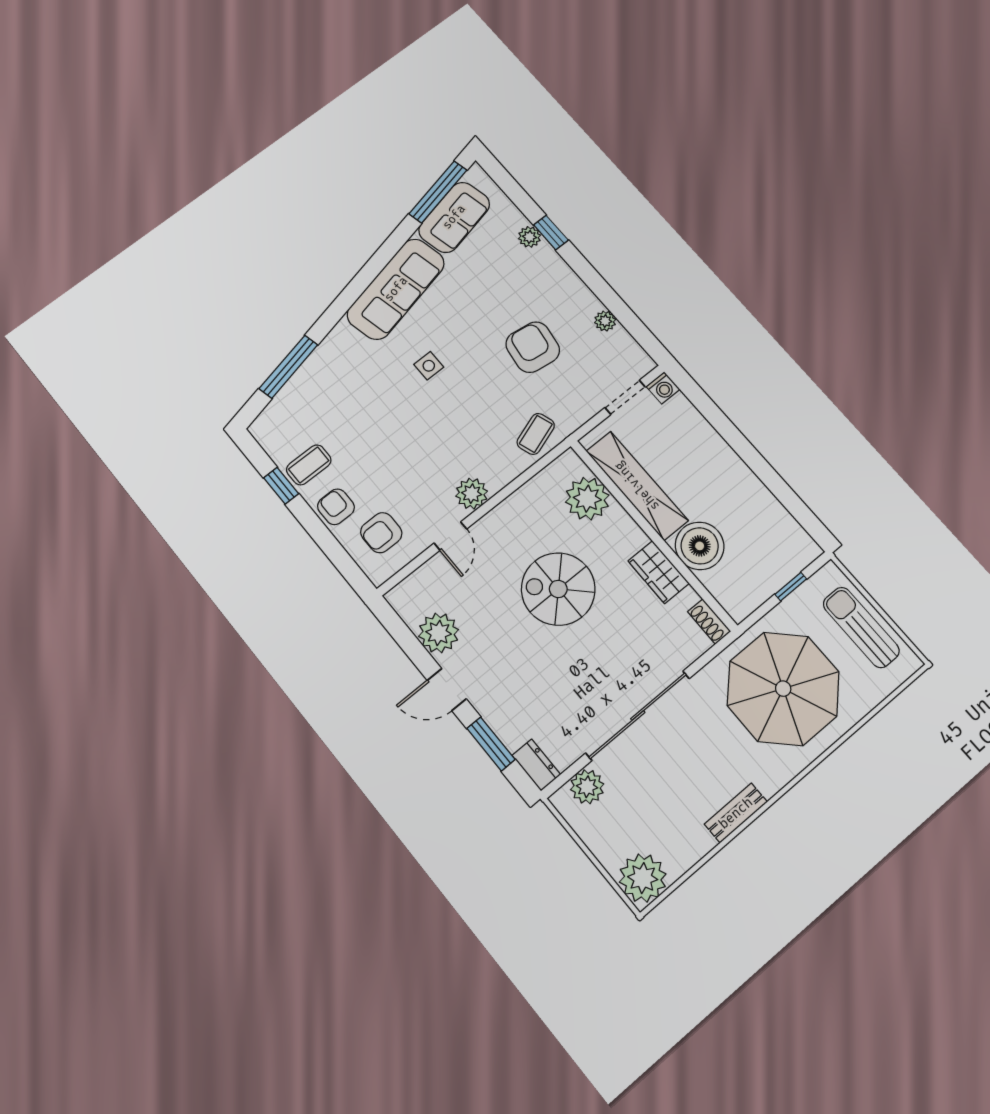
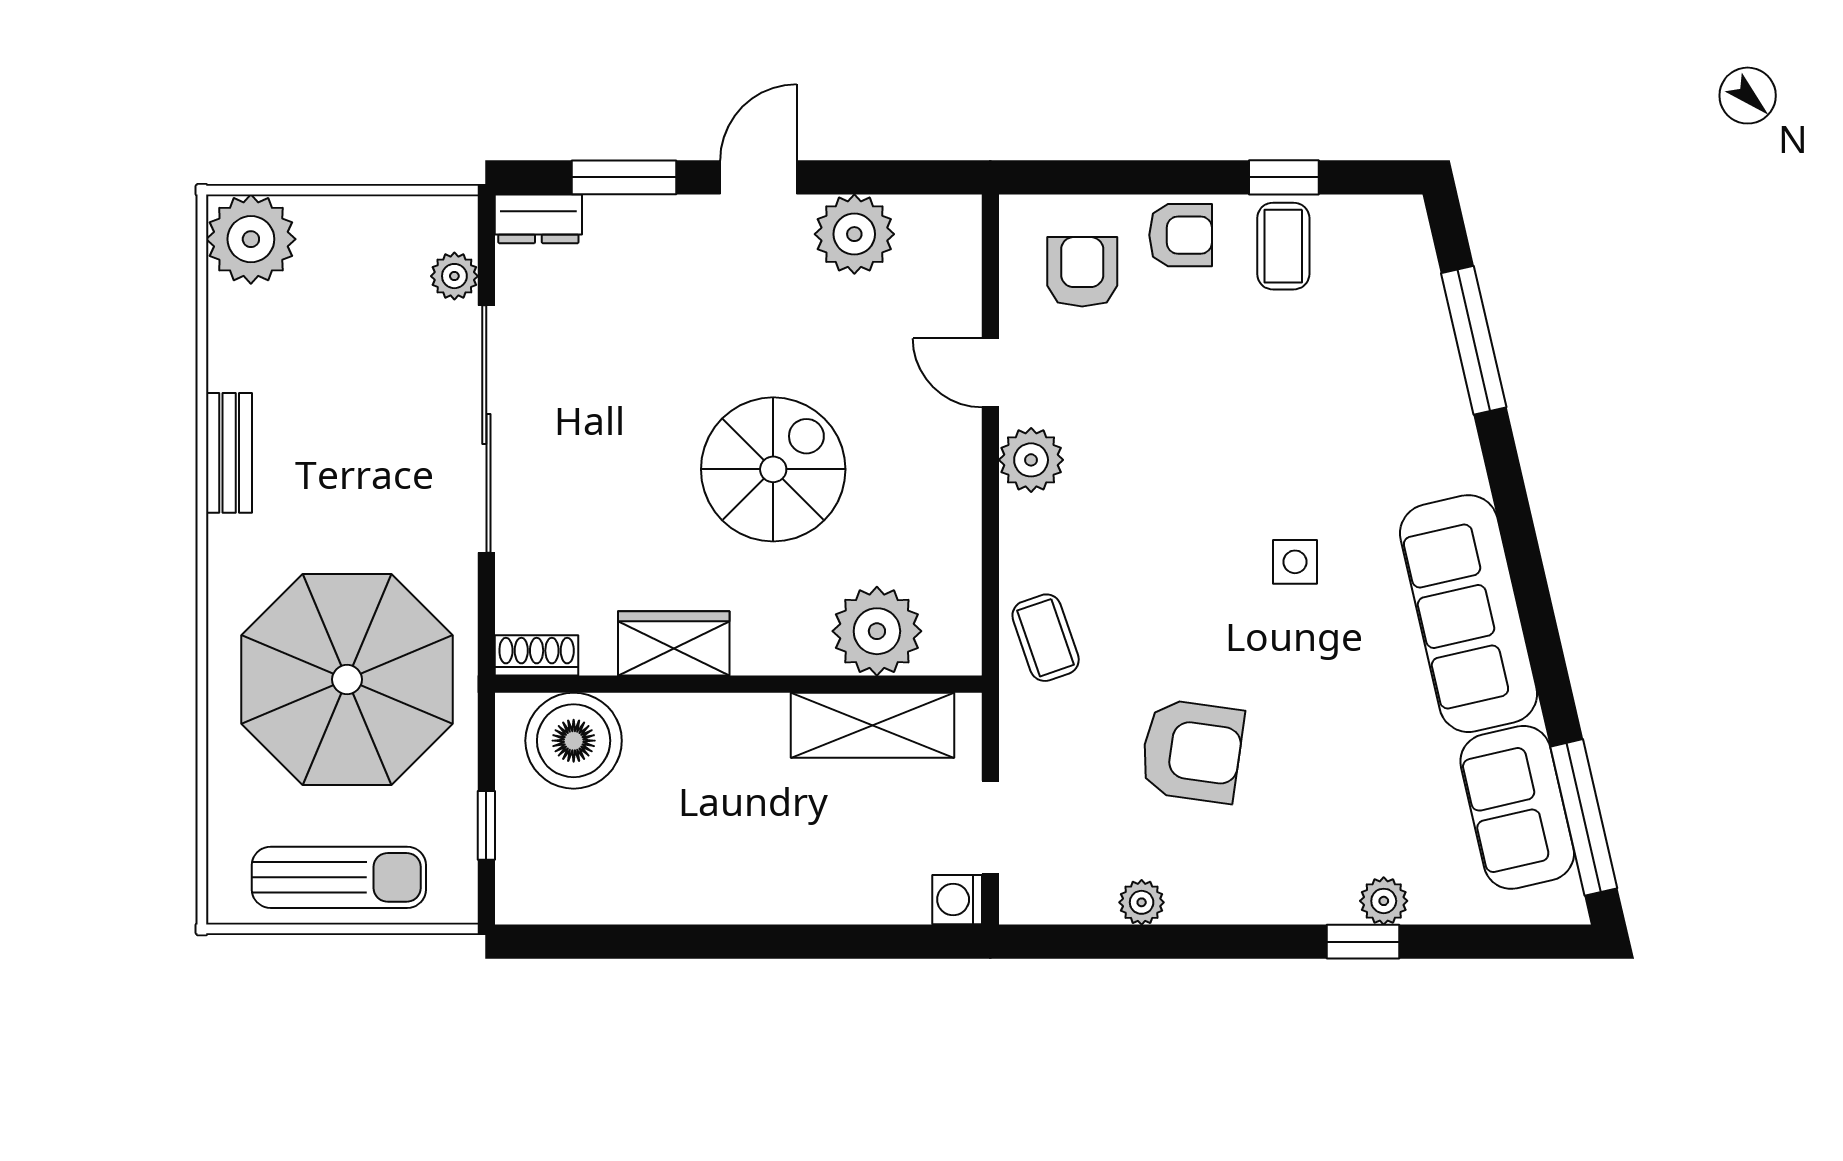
shelving: (637, 486) -> (873, 725), width x0.68
boiler: (700, 546) -> (574, 741), moved
plant: (587, 787) -> (454, 276), width x0.73, depth x0.73

